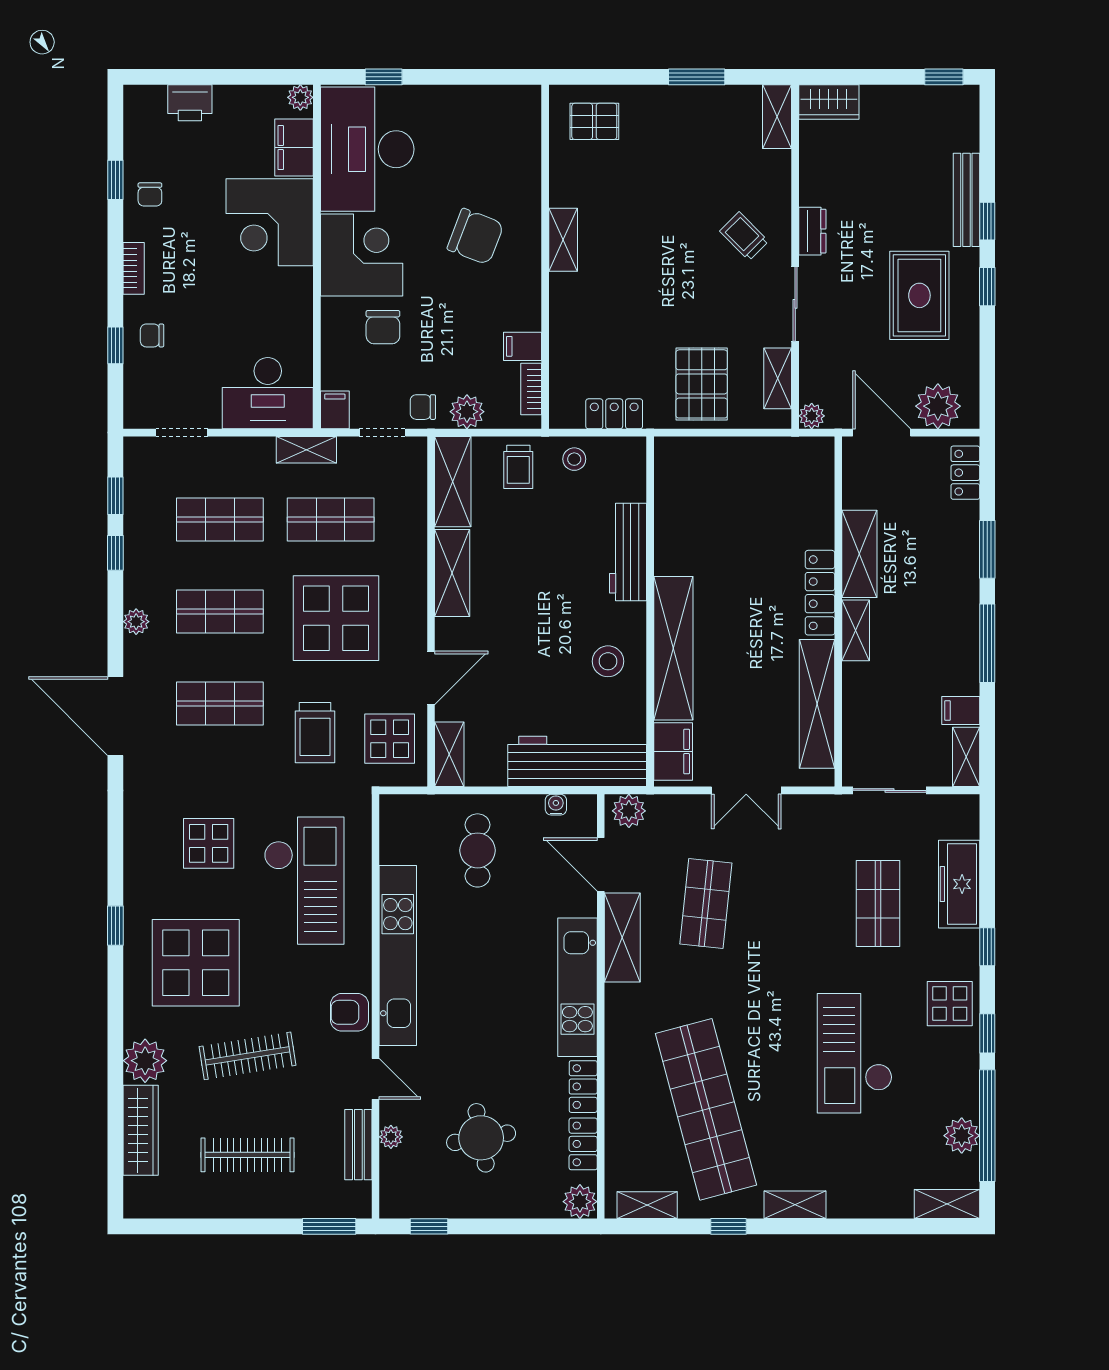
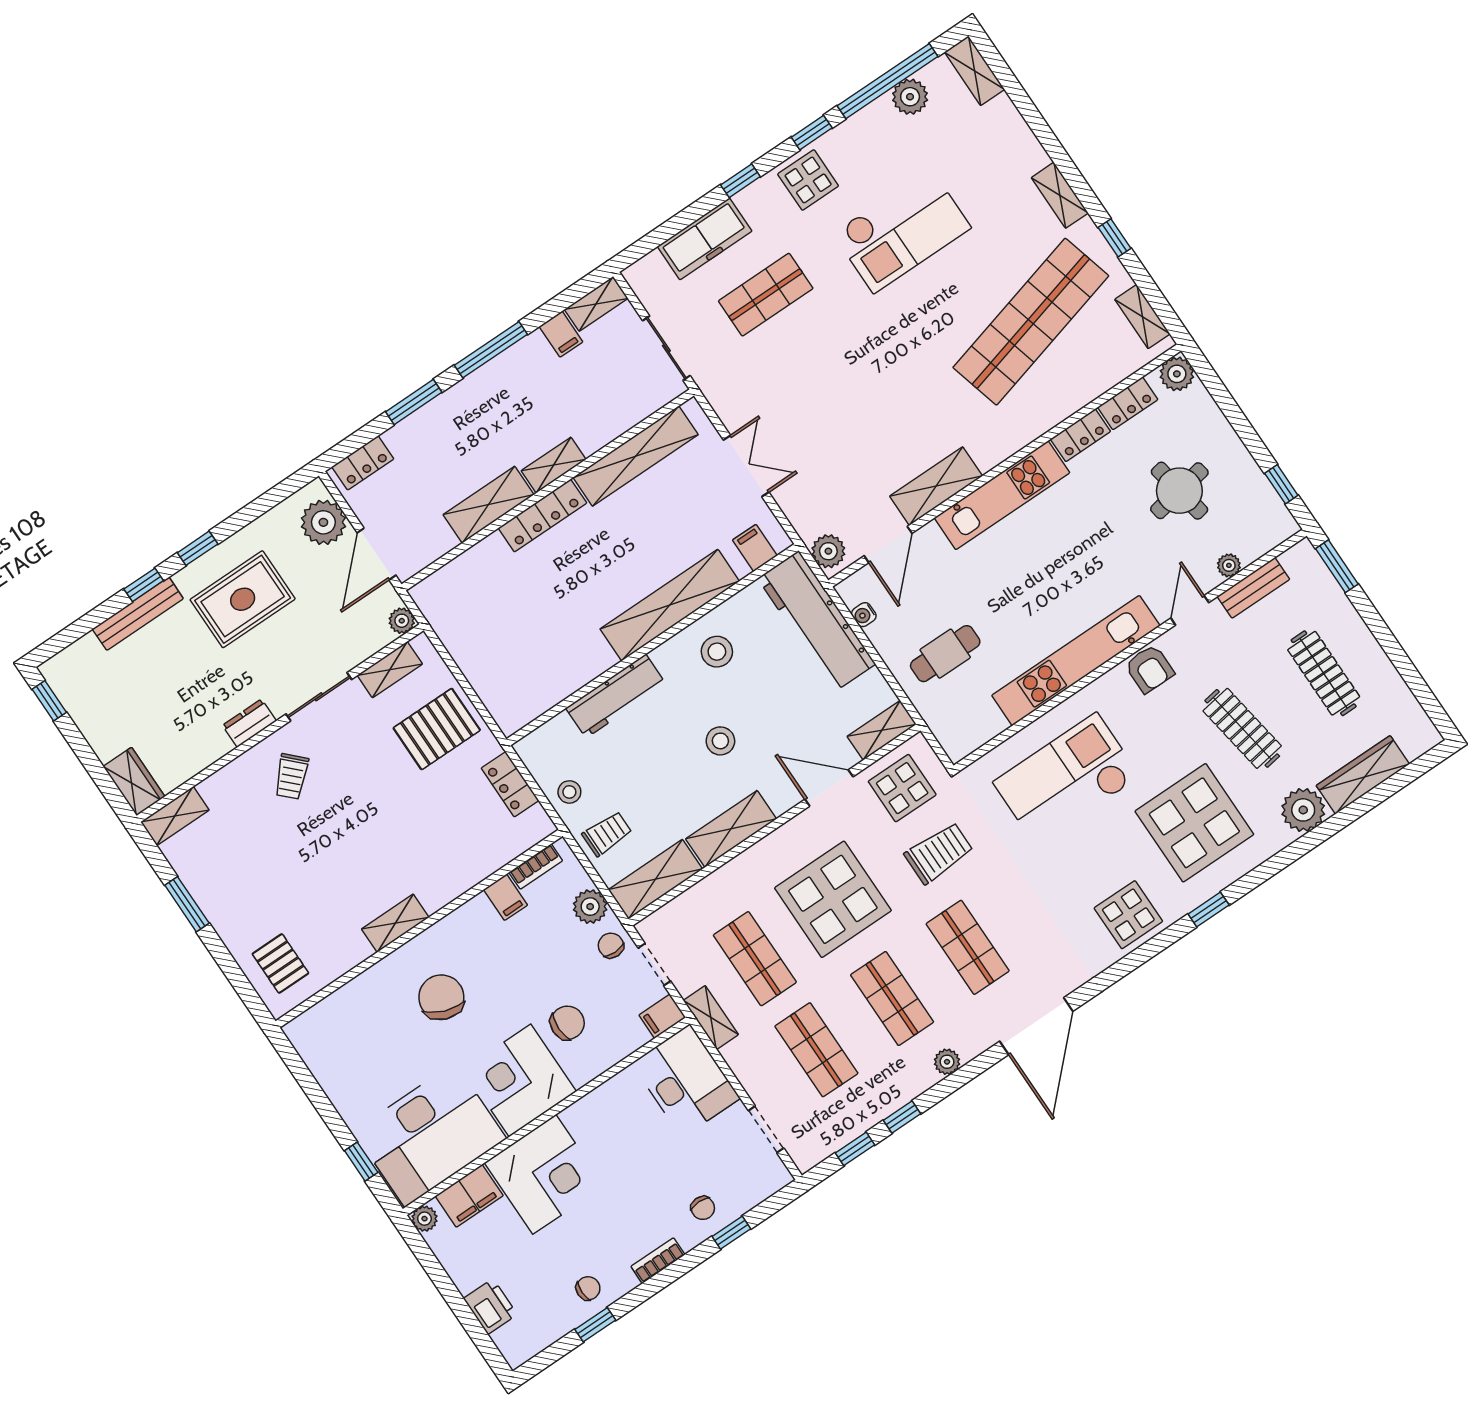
chair: (423, 407) -> (611, 945), turned 180
stool: (532, 614) -> (720, 741), added
filing cabinet: (673, 751) -> (755, 548), width x0.50
display table: (209, 843) -> (1128, 915), moved
shop shelf: (706, 903) -> (862, 436), removed

